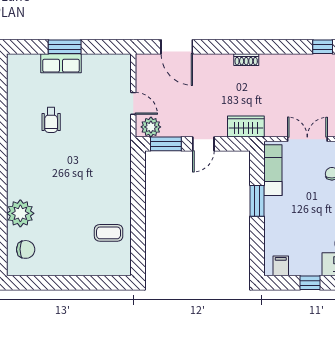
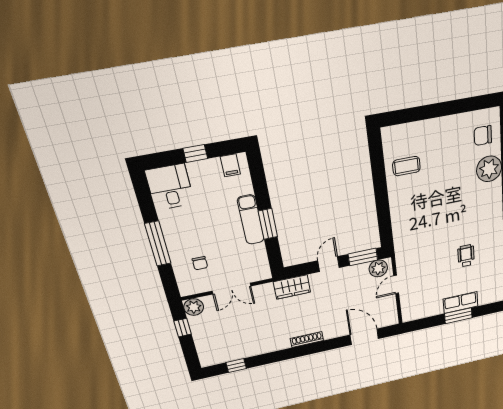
shoe rack: (246, 60) -> (307, 339), width x1.43
door: (133, 103) -> (396, 284), hinge flipped
exam couch: (273, 170) -> (251, 220), moved

